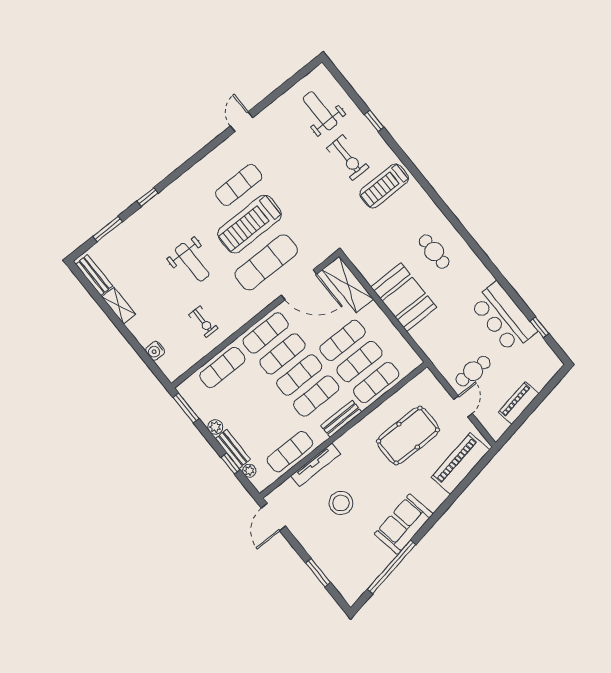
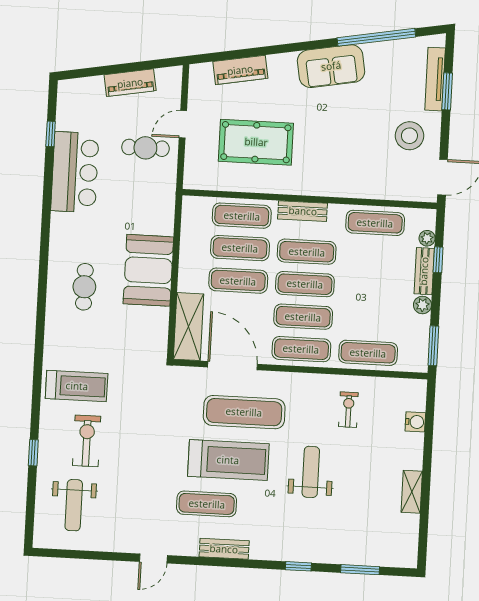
bench: (94, 275) -> (224, 549), moved, turned 90
piano: (460, 464) -> (240, 70), width x0.73, depth x0.75
tv unit: (316, 465) -> (435, 79), moved, turned -90
stool: (341, 503) -> (409, 136), moved

